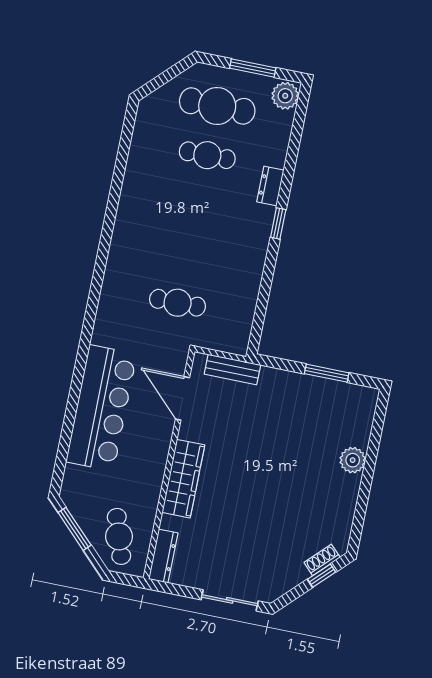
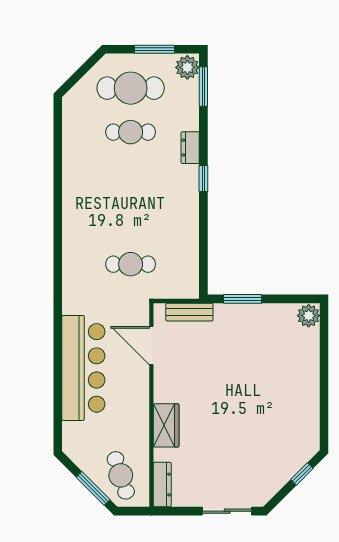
window: (299, 121) -> (203, 86), added
window: (327, 373) -> (242, 299), moved
plant: (353, 460) -> (309, 316), moved
wardrobe: (183, 479) -> (166, 425), width x0.67
window: (75, 529) -> (93, 488), moved
shoe rack: (322, 560) -> (300, 460), removed

